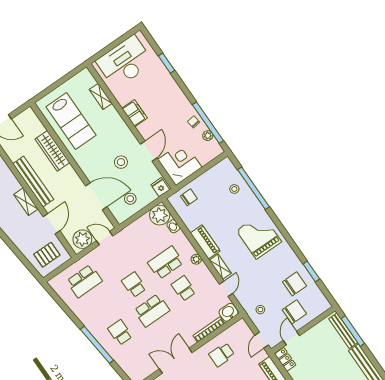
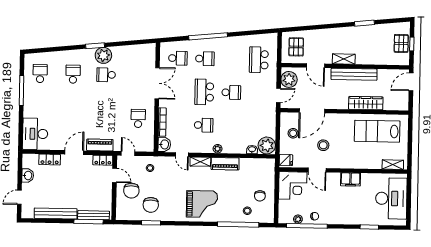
shelving: (101, 96) -> (393, 165), moved
chair: (189, 197) -> (260, 196), moved
school desk: (166, 263) -> (178, 58), moved, width x0.54

